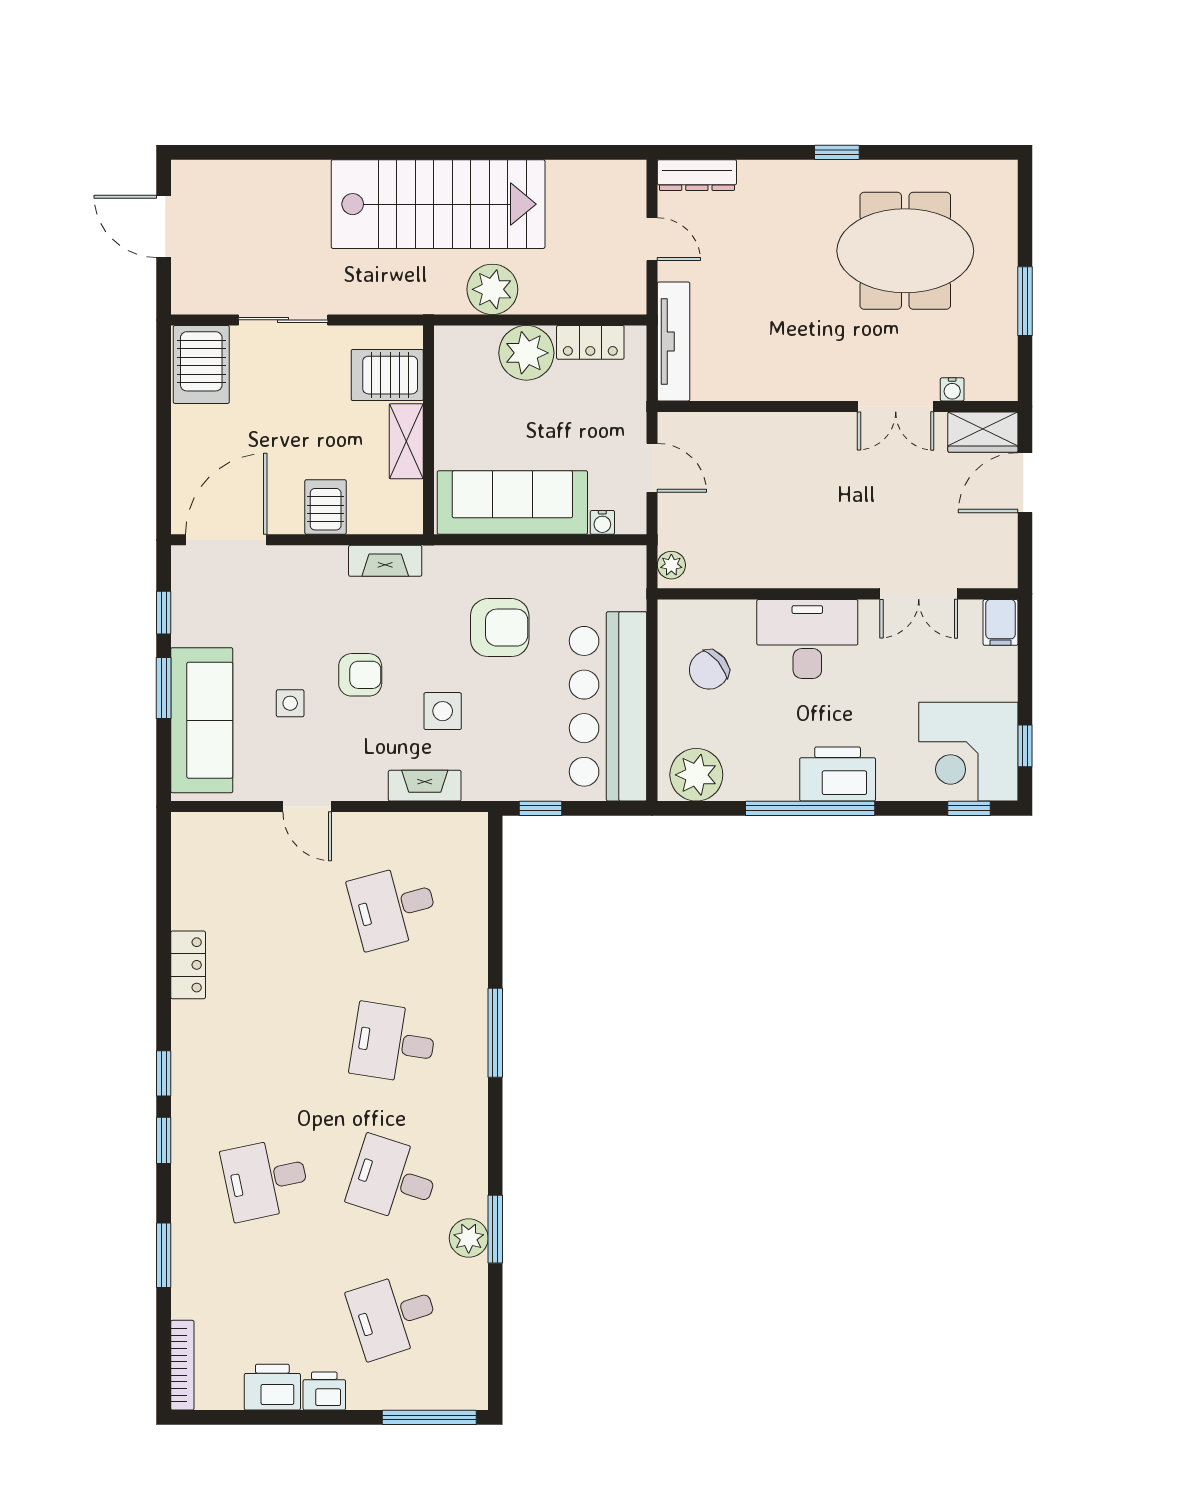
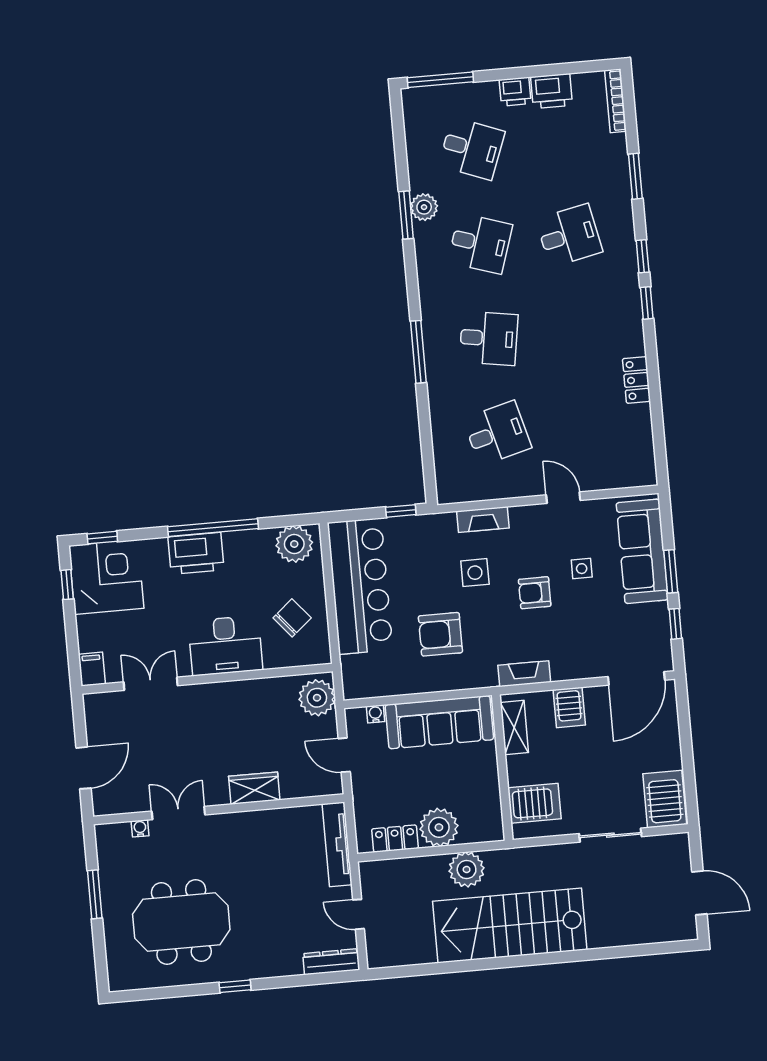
wardrobe: (983, 432) -> (254, 788), moved
shelving: (406, 441) -> (514, 728), moved
plant: (671, 565) -> (317, 698), width x1.87, depth x1.87
desk: (393, 1315) -> (472, 149), turned 39

